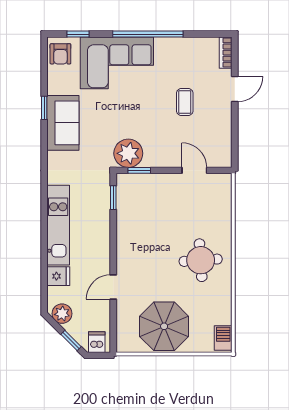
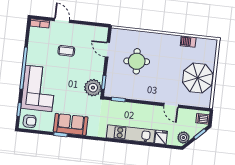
door: (194, 170) -> (107, 50), hinge flipped
round table: (201, 260) -> (137, 61), moved
barbecue: (223, 338) -> (188, 41), moved

